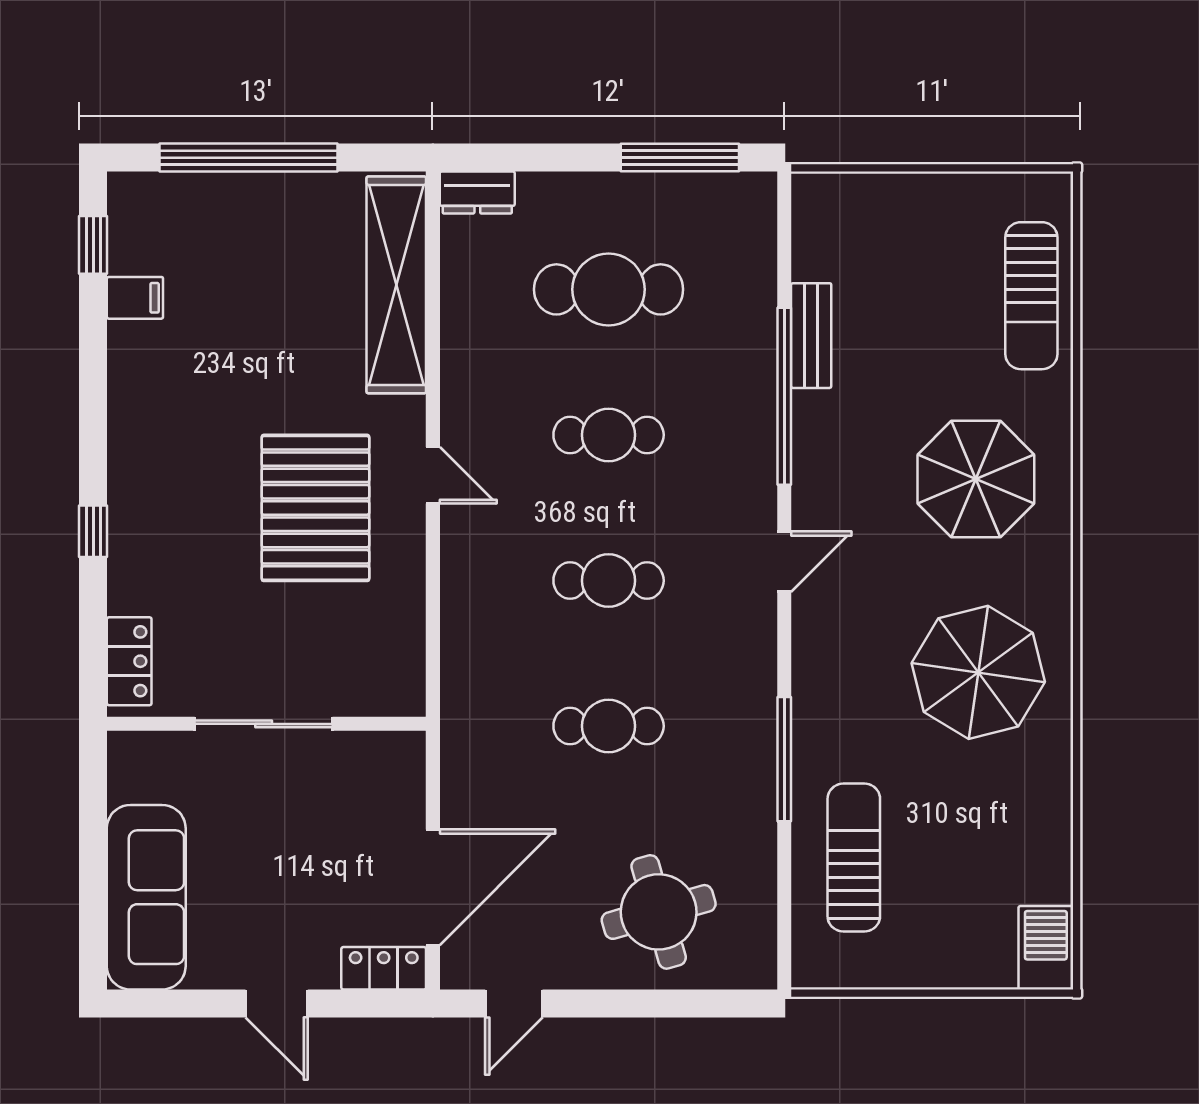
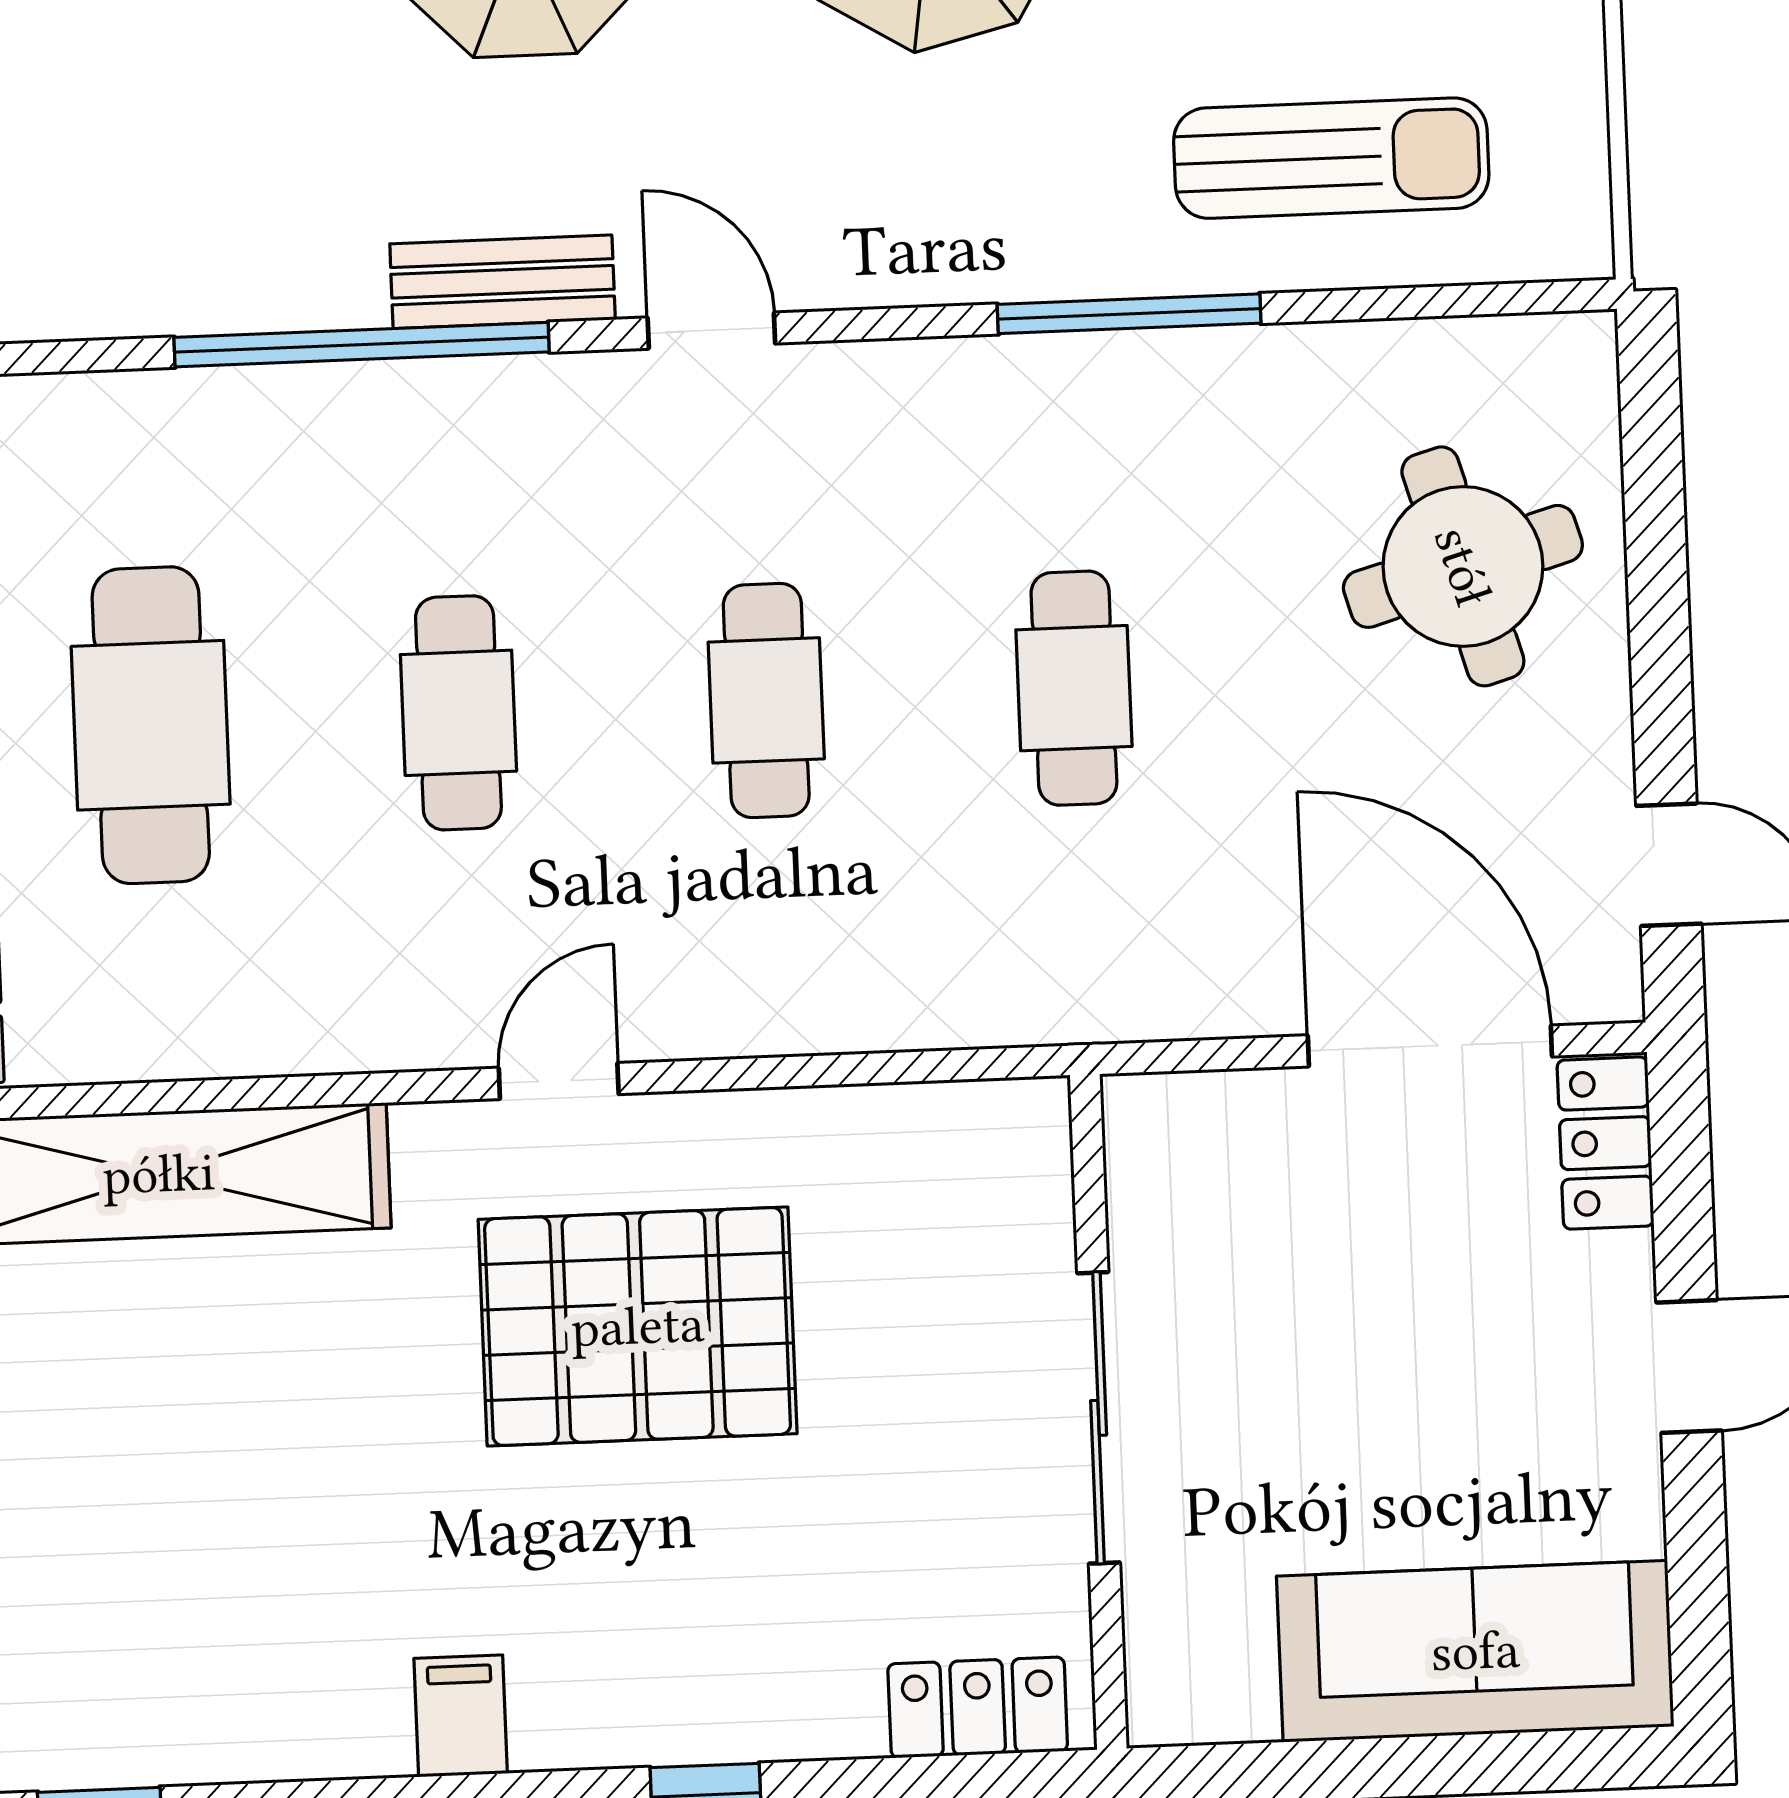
filing cabinet: (135, 298) -> (461, 1716), moved
bench: (811, 336) -> (503, 282), moved
sun lounger: (854, 858) -> (1331, 158), turned 180

